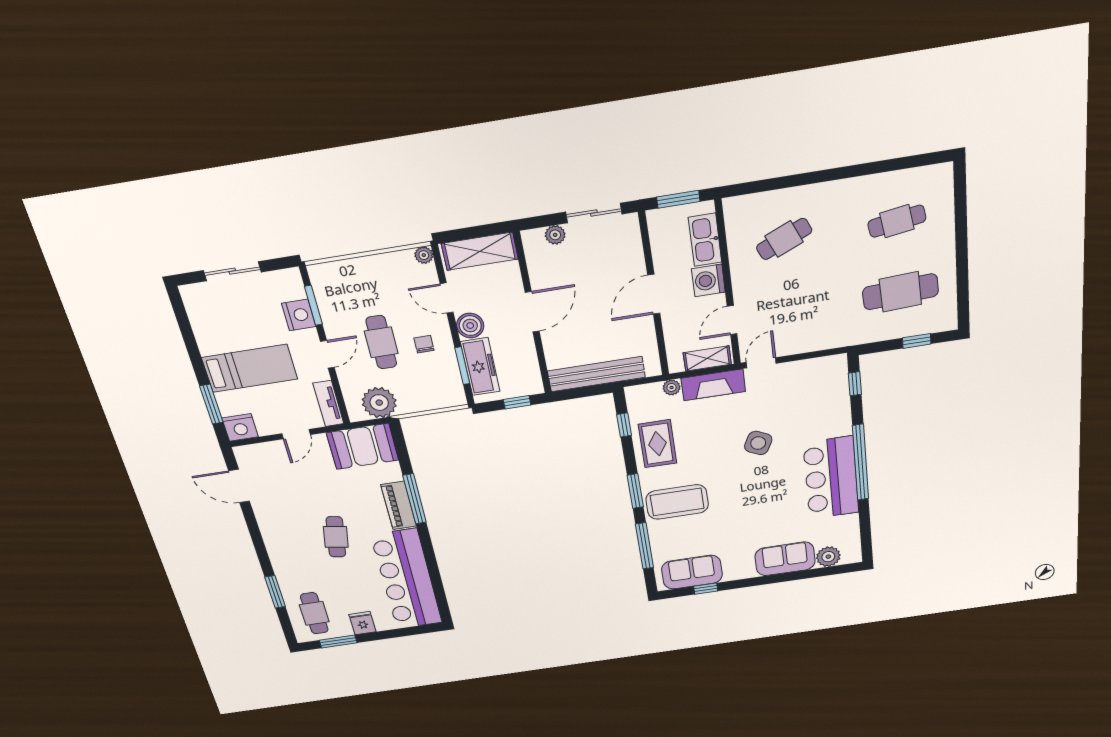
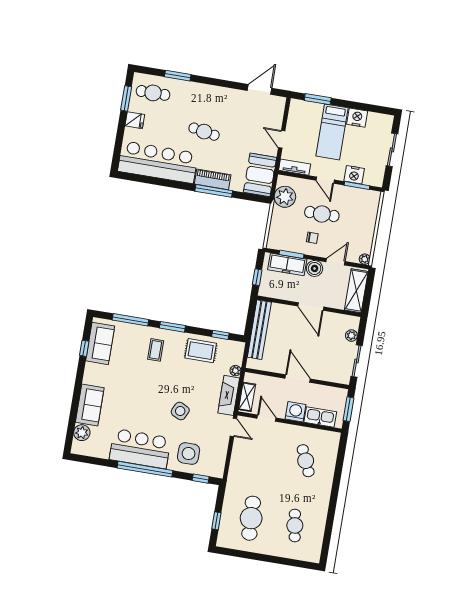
side table: (820, 412) -> (189, 454), added
nightstand: (240, 427) -> (357, 118), moved, turned 90
coffee table: (677, 502) -> (156, 350), width x0.54, depth x0.58

